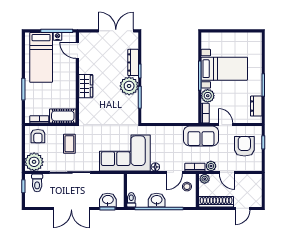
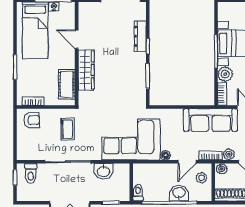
door: (77, 50) -> (77, 39), moved
wardrobe: (86, 86) -> (86, 70), width x1.50
plant: (129, 86) -> (136, 63), removed
cot: (63, 116) -> (67, 84), moved, turned 90
armchair: (38, 136) -> (32, 120), turned -90
sofa: (201, 136) -> (210, 120), width x1.36
plant: (34, 162) -> (27, 150), removed
washbasin: (108, 200) -> (104, 171), moved, turned 180
washbasin: (157, 200) -> (179, 193), moved

